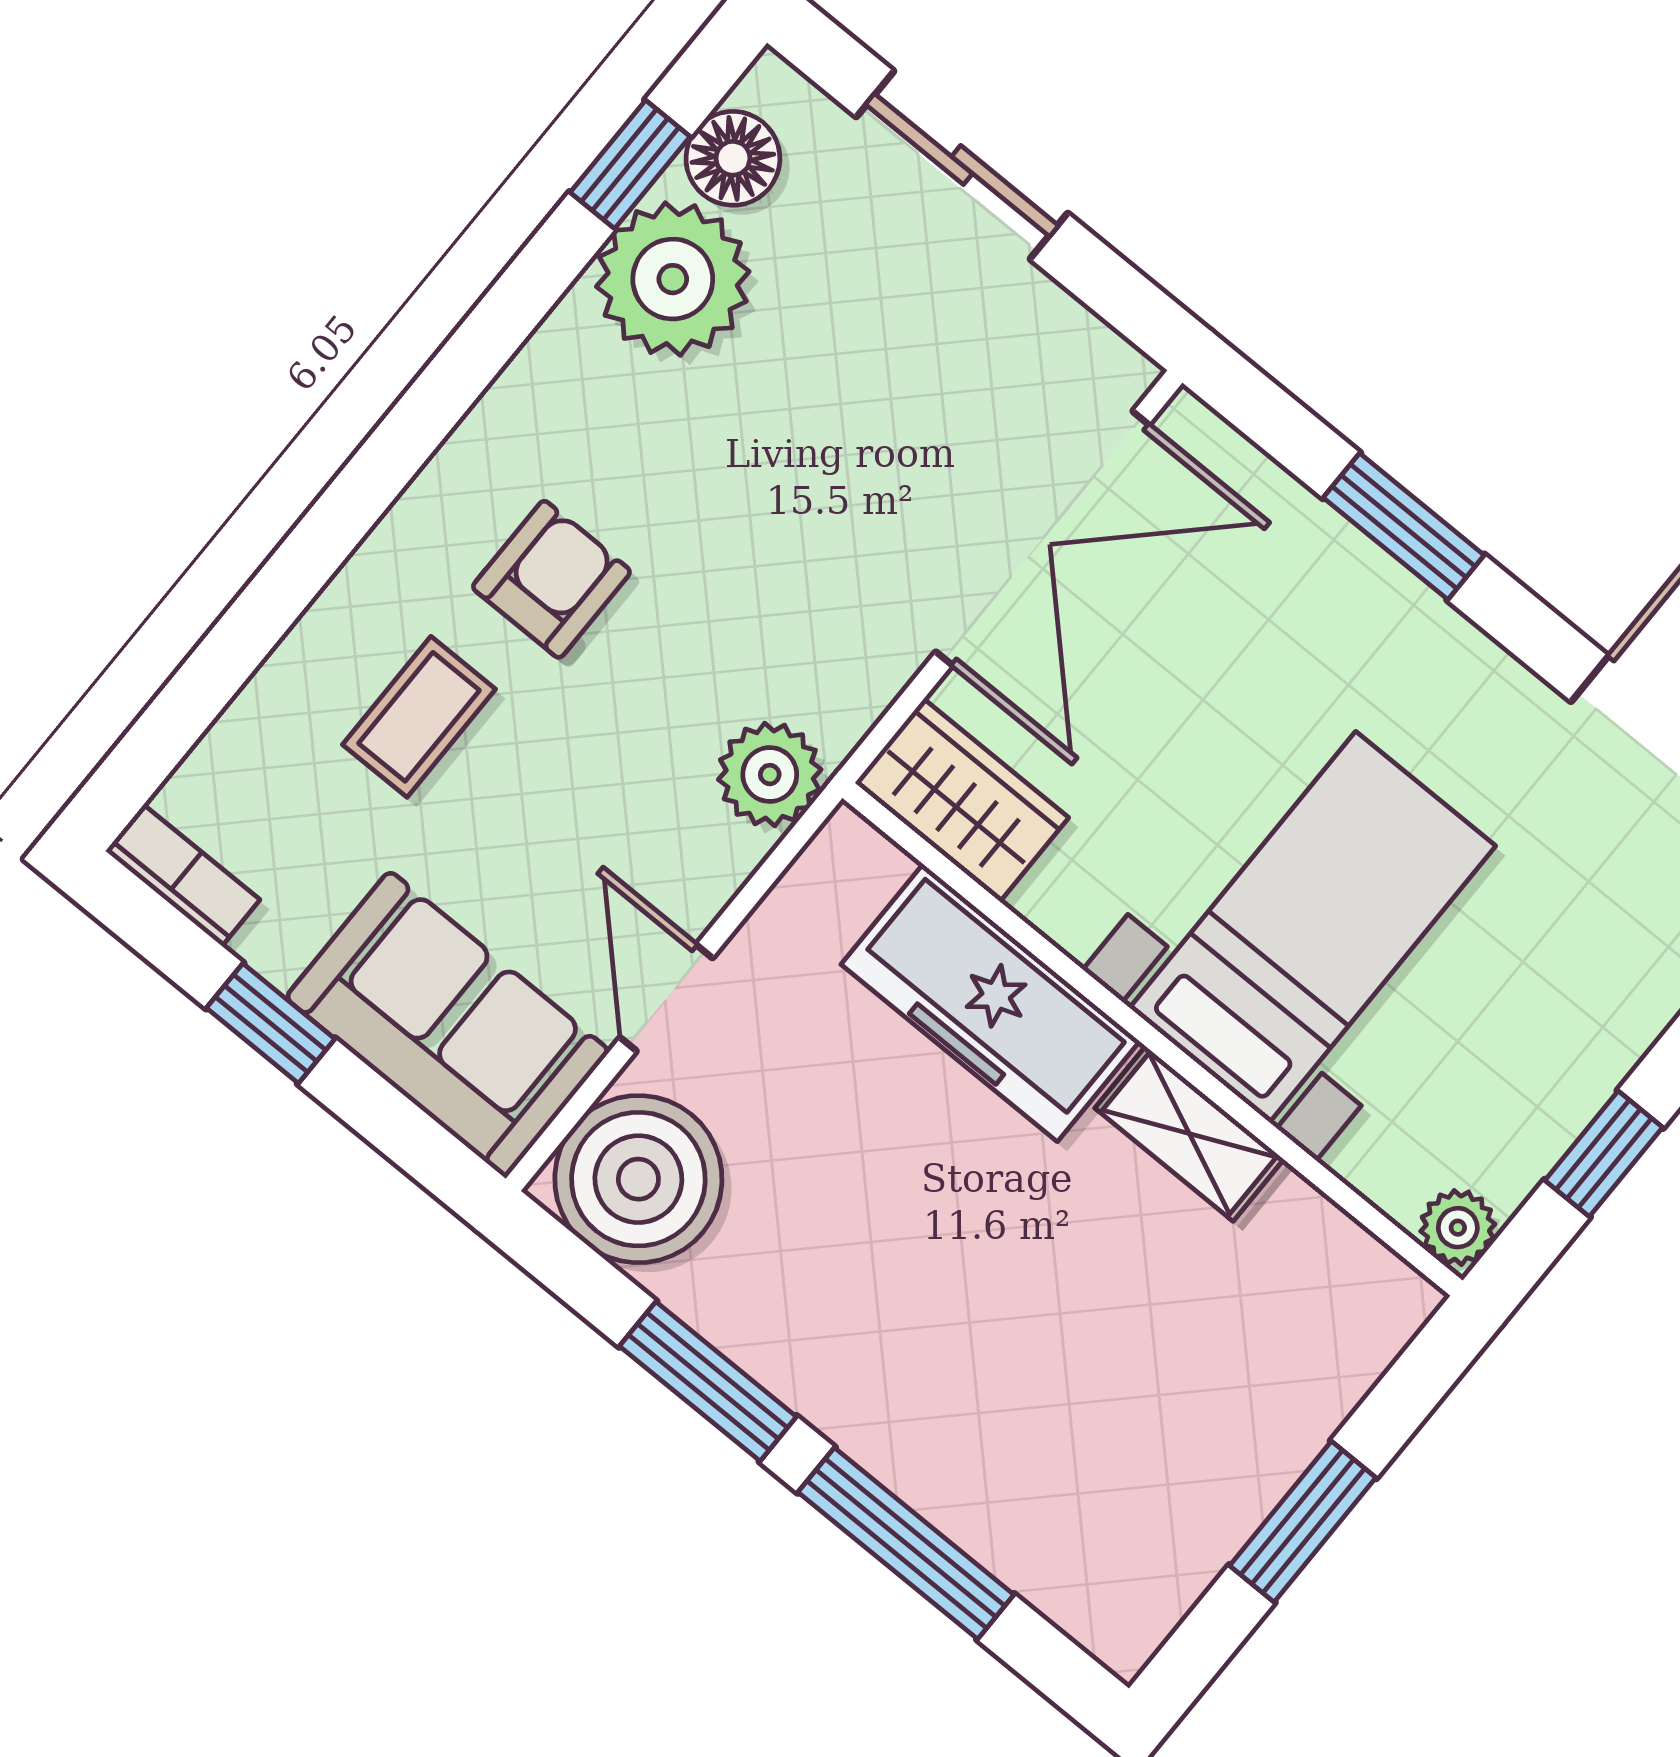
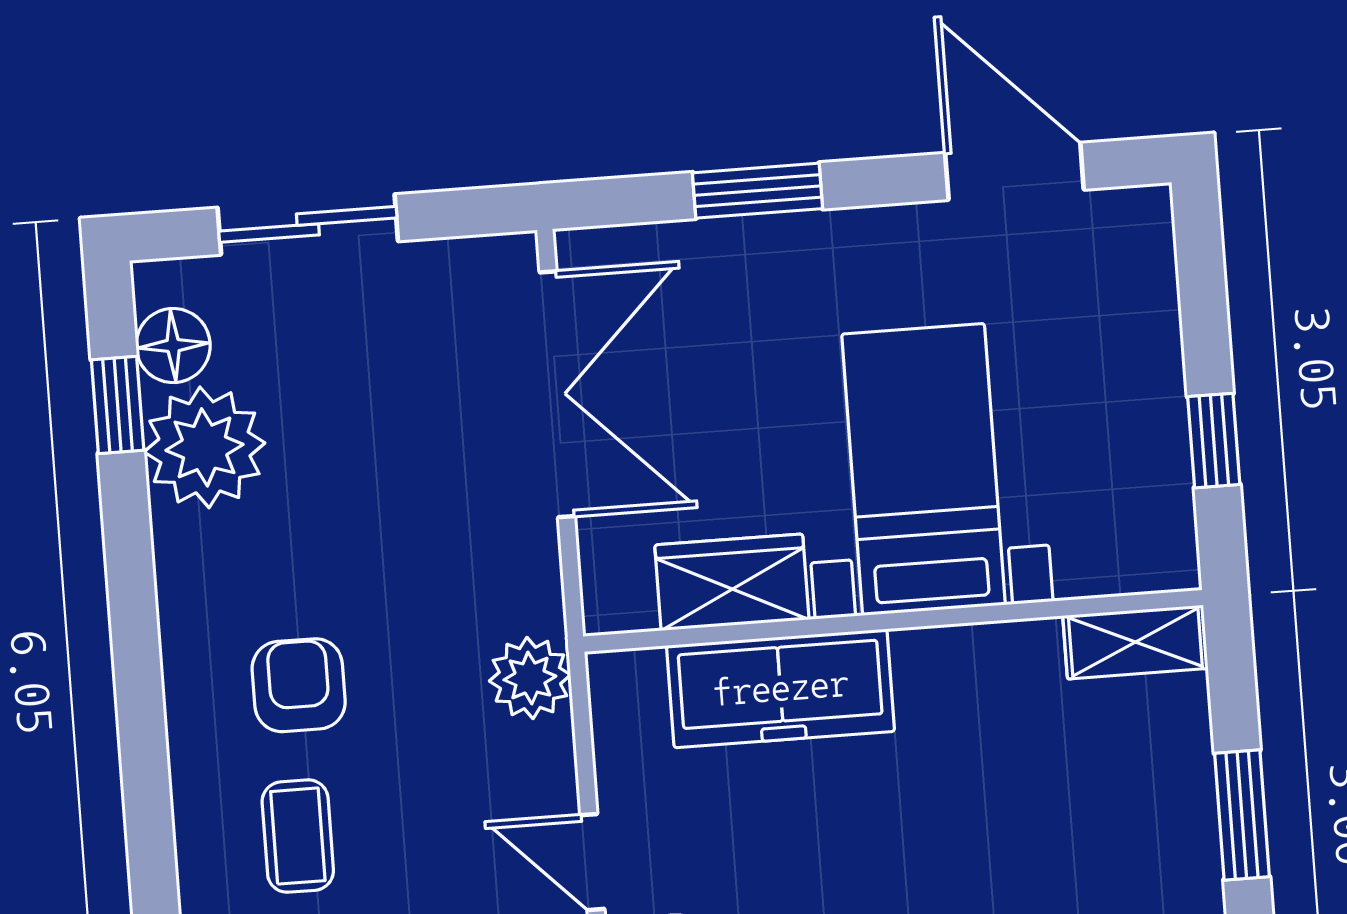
wardrobe: (962, 800) -> (732, 582), moved
shelving: (1189, 1134) -> (1135, 642), moved
plant: (1458, 1228) -> (1170, 562), removed

